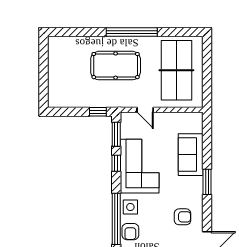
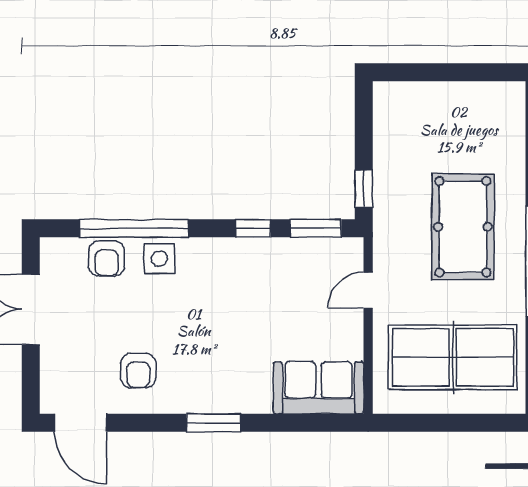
sofa: (191, 155) -> (318, 388), moved
corner sofa: (140, 166) -> (247, 279), removed
armchair: (130, 232) -> (107, 259), turned -90

